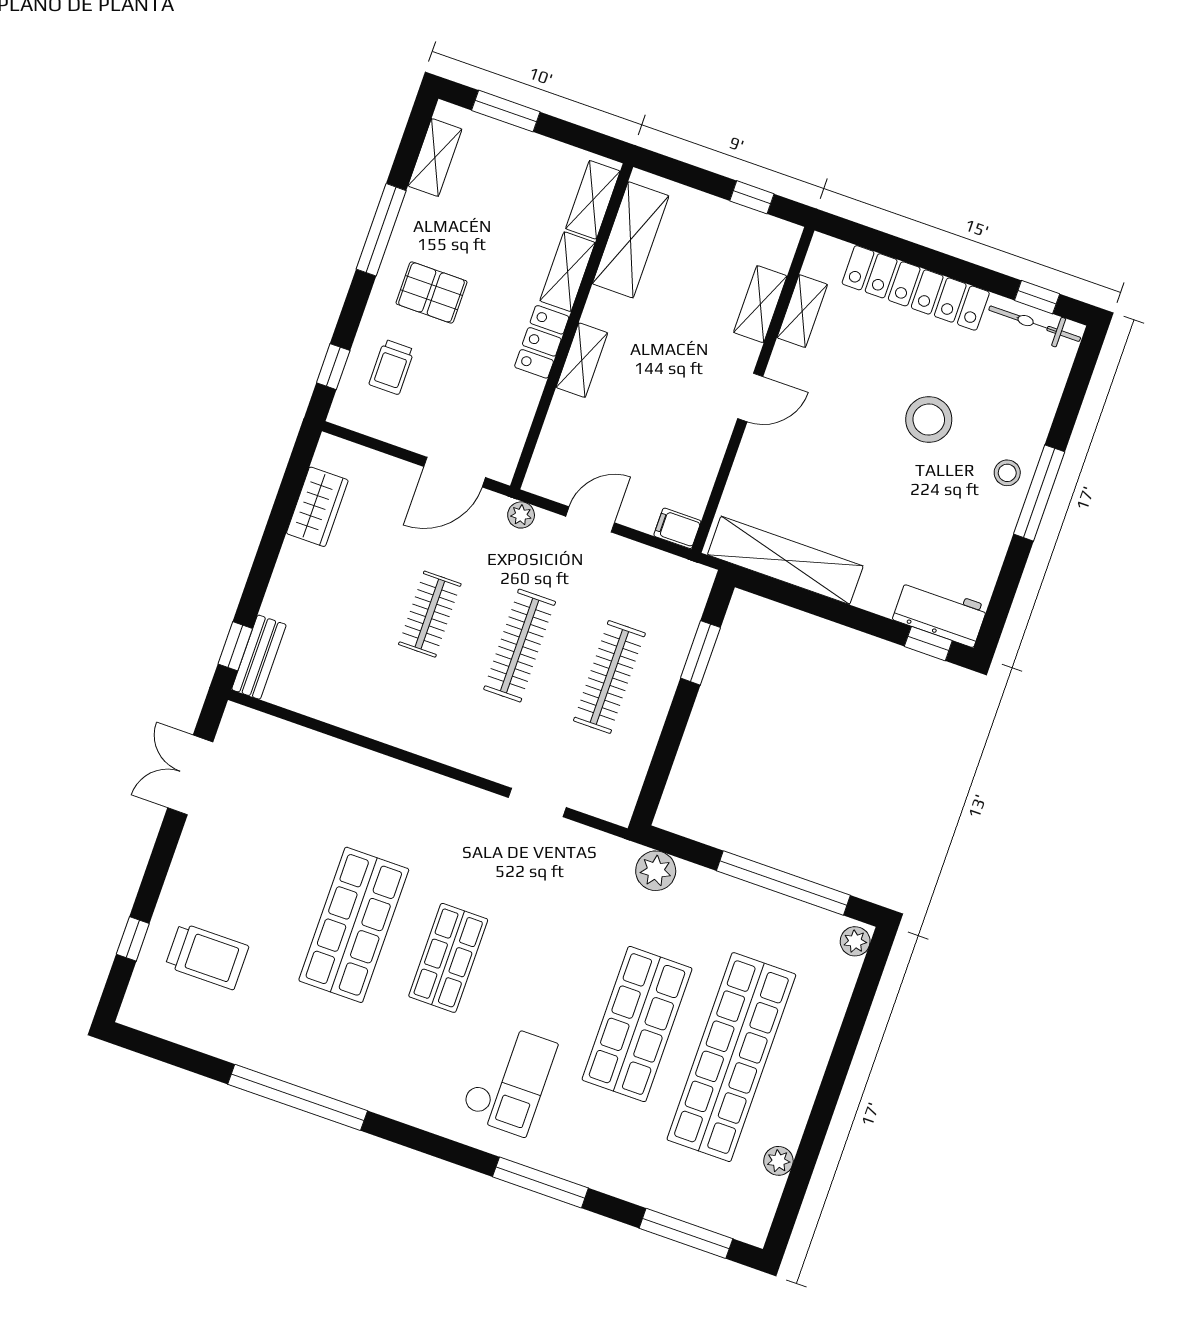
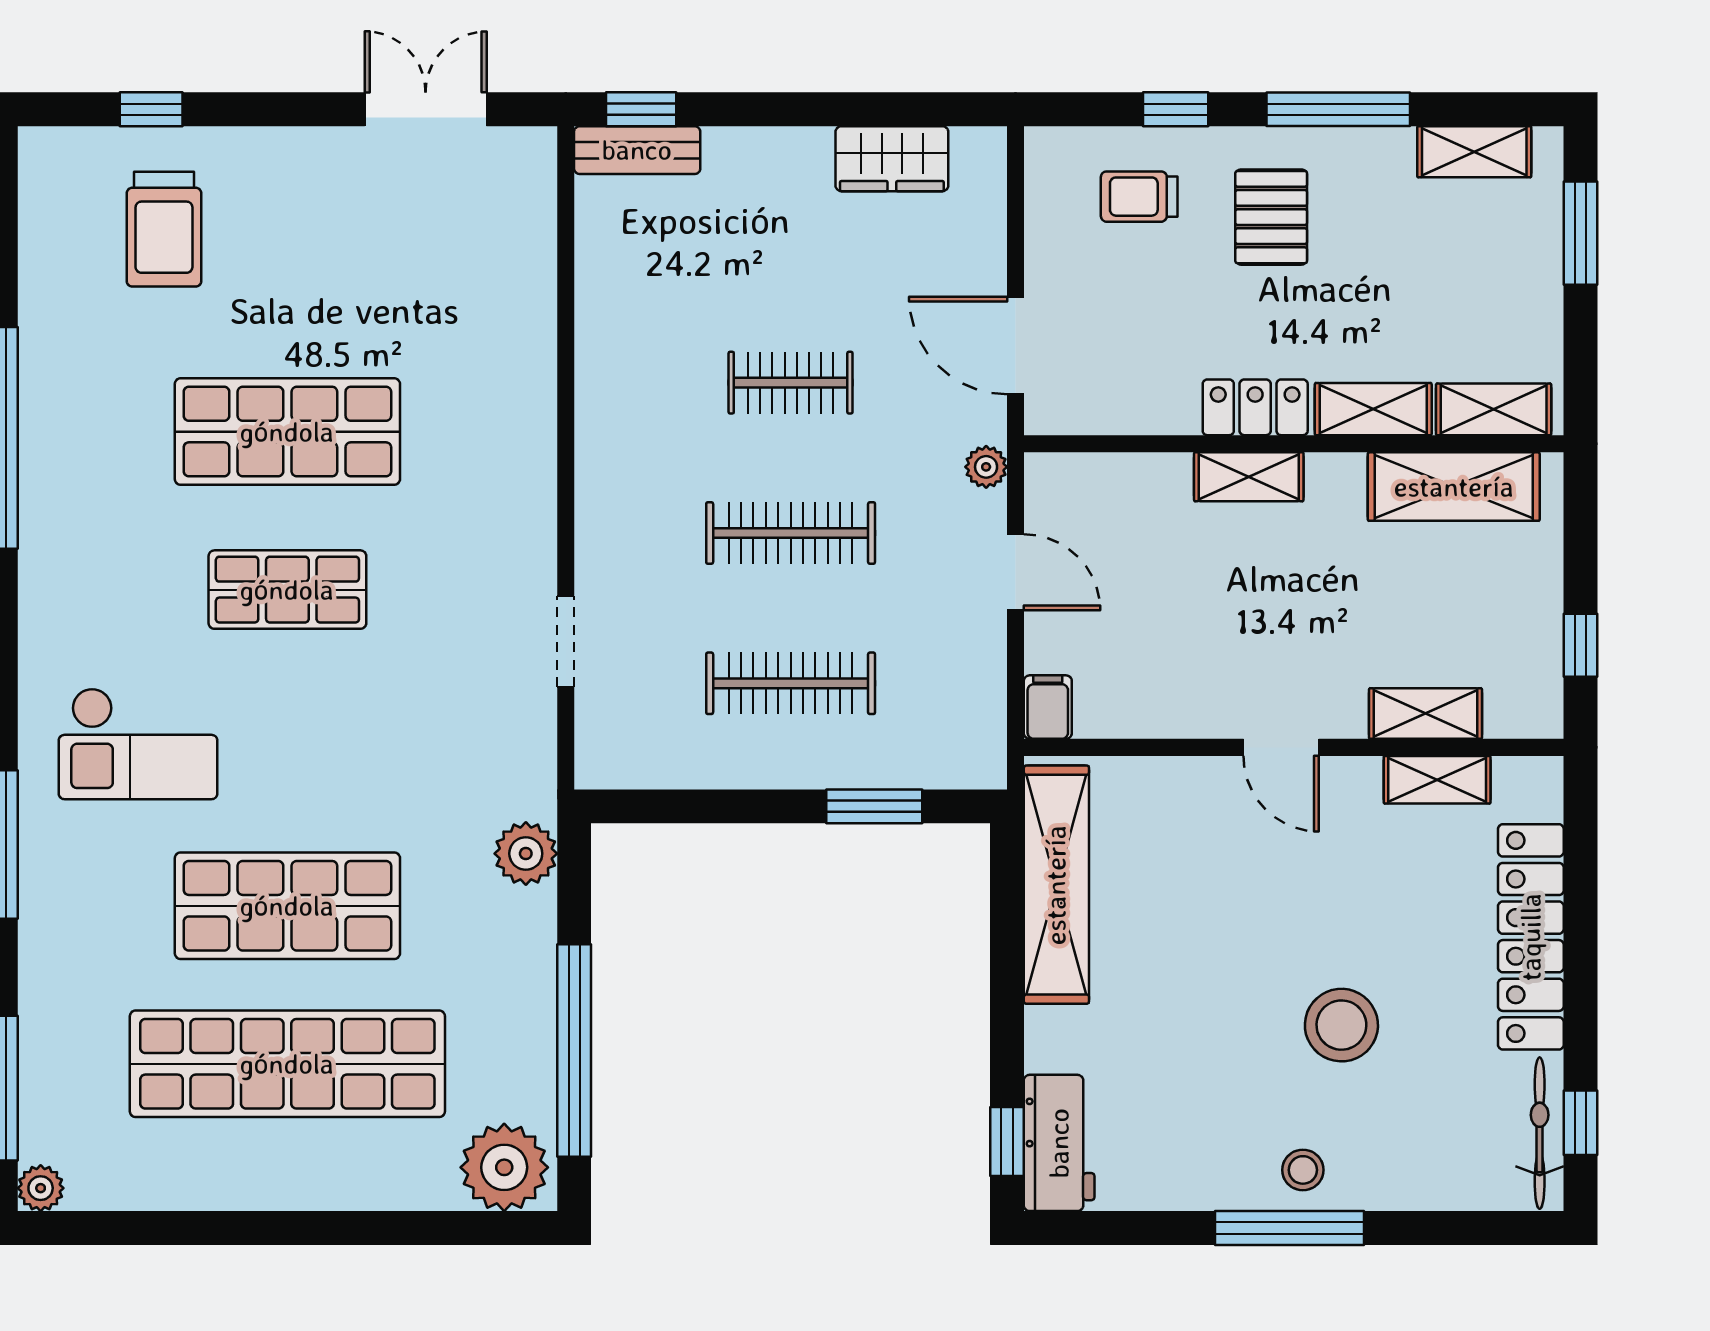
window: (333, 367) -> (1176, 109), moved
plant: (855, 941) -> (504, 1167), width x1.87, depth x1.87
plant: (778, 1161) -> (41, 1188), moved

